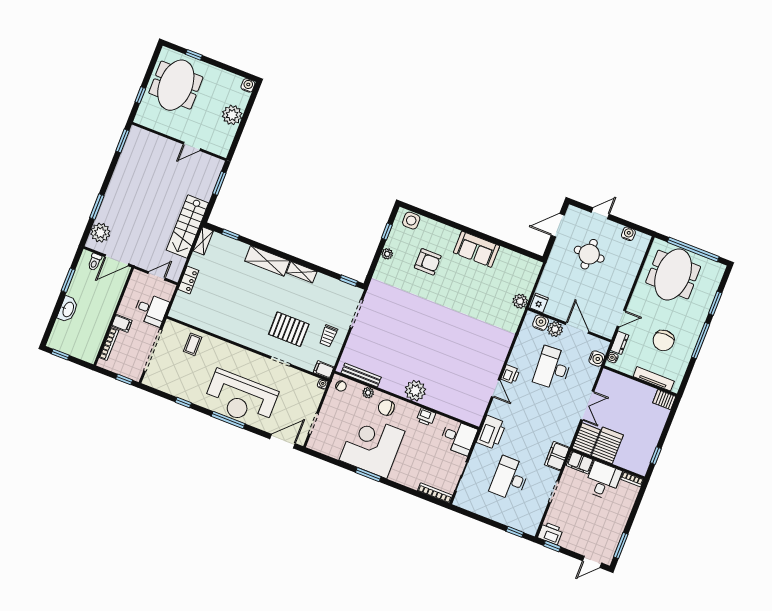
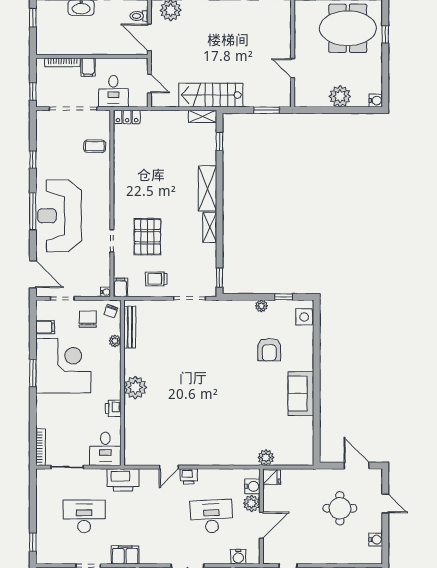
locker: (188, 280) -> (127, 117), moved
chair: (386, 408) -> (88, 319), moved
filing cabinet: (333, 448) -> (45, 327), added

